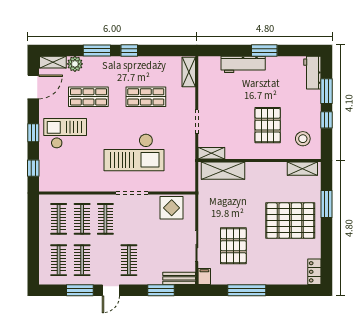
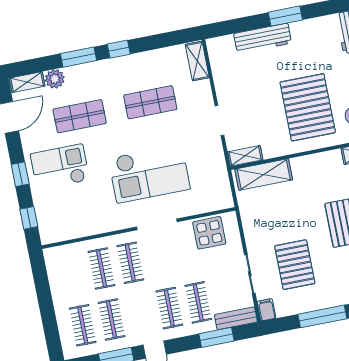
pallet: (268, 125) -> (308, 107), width x1.37, depth x1.41
clothes rail: (59, 219) -> (198, 302), moved

